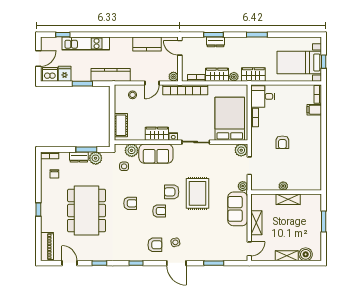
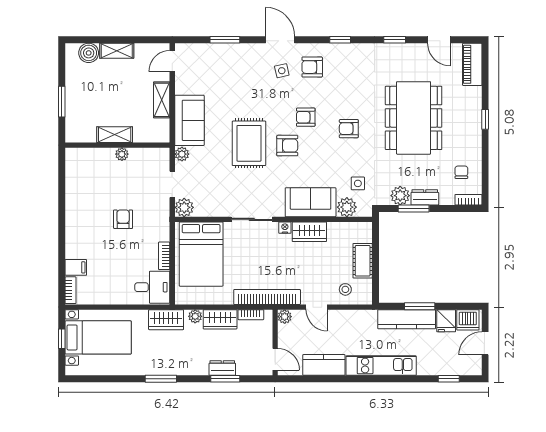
kitchen unit: (86, 44) -> (381, 366), moved
kitchen counter: (111, 75) -> (407, 319), moved
door: (152, 83) -> (317, 307), swing flipped
cot: (121, 125) -> (363, 261), moved

